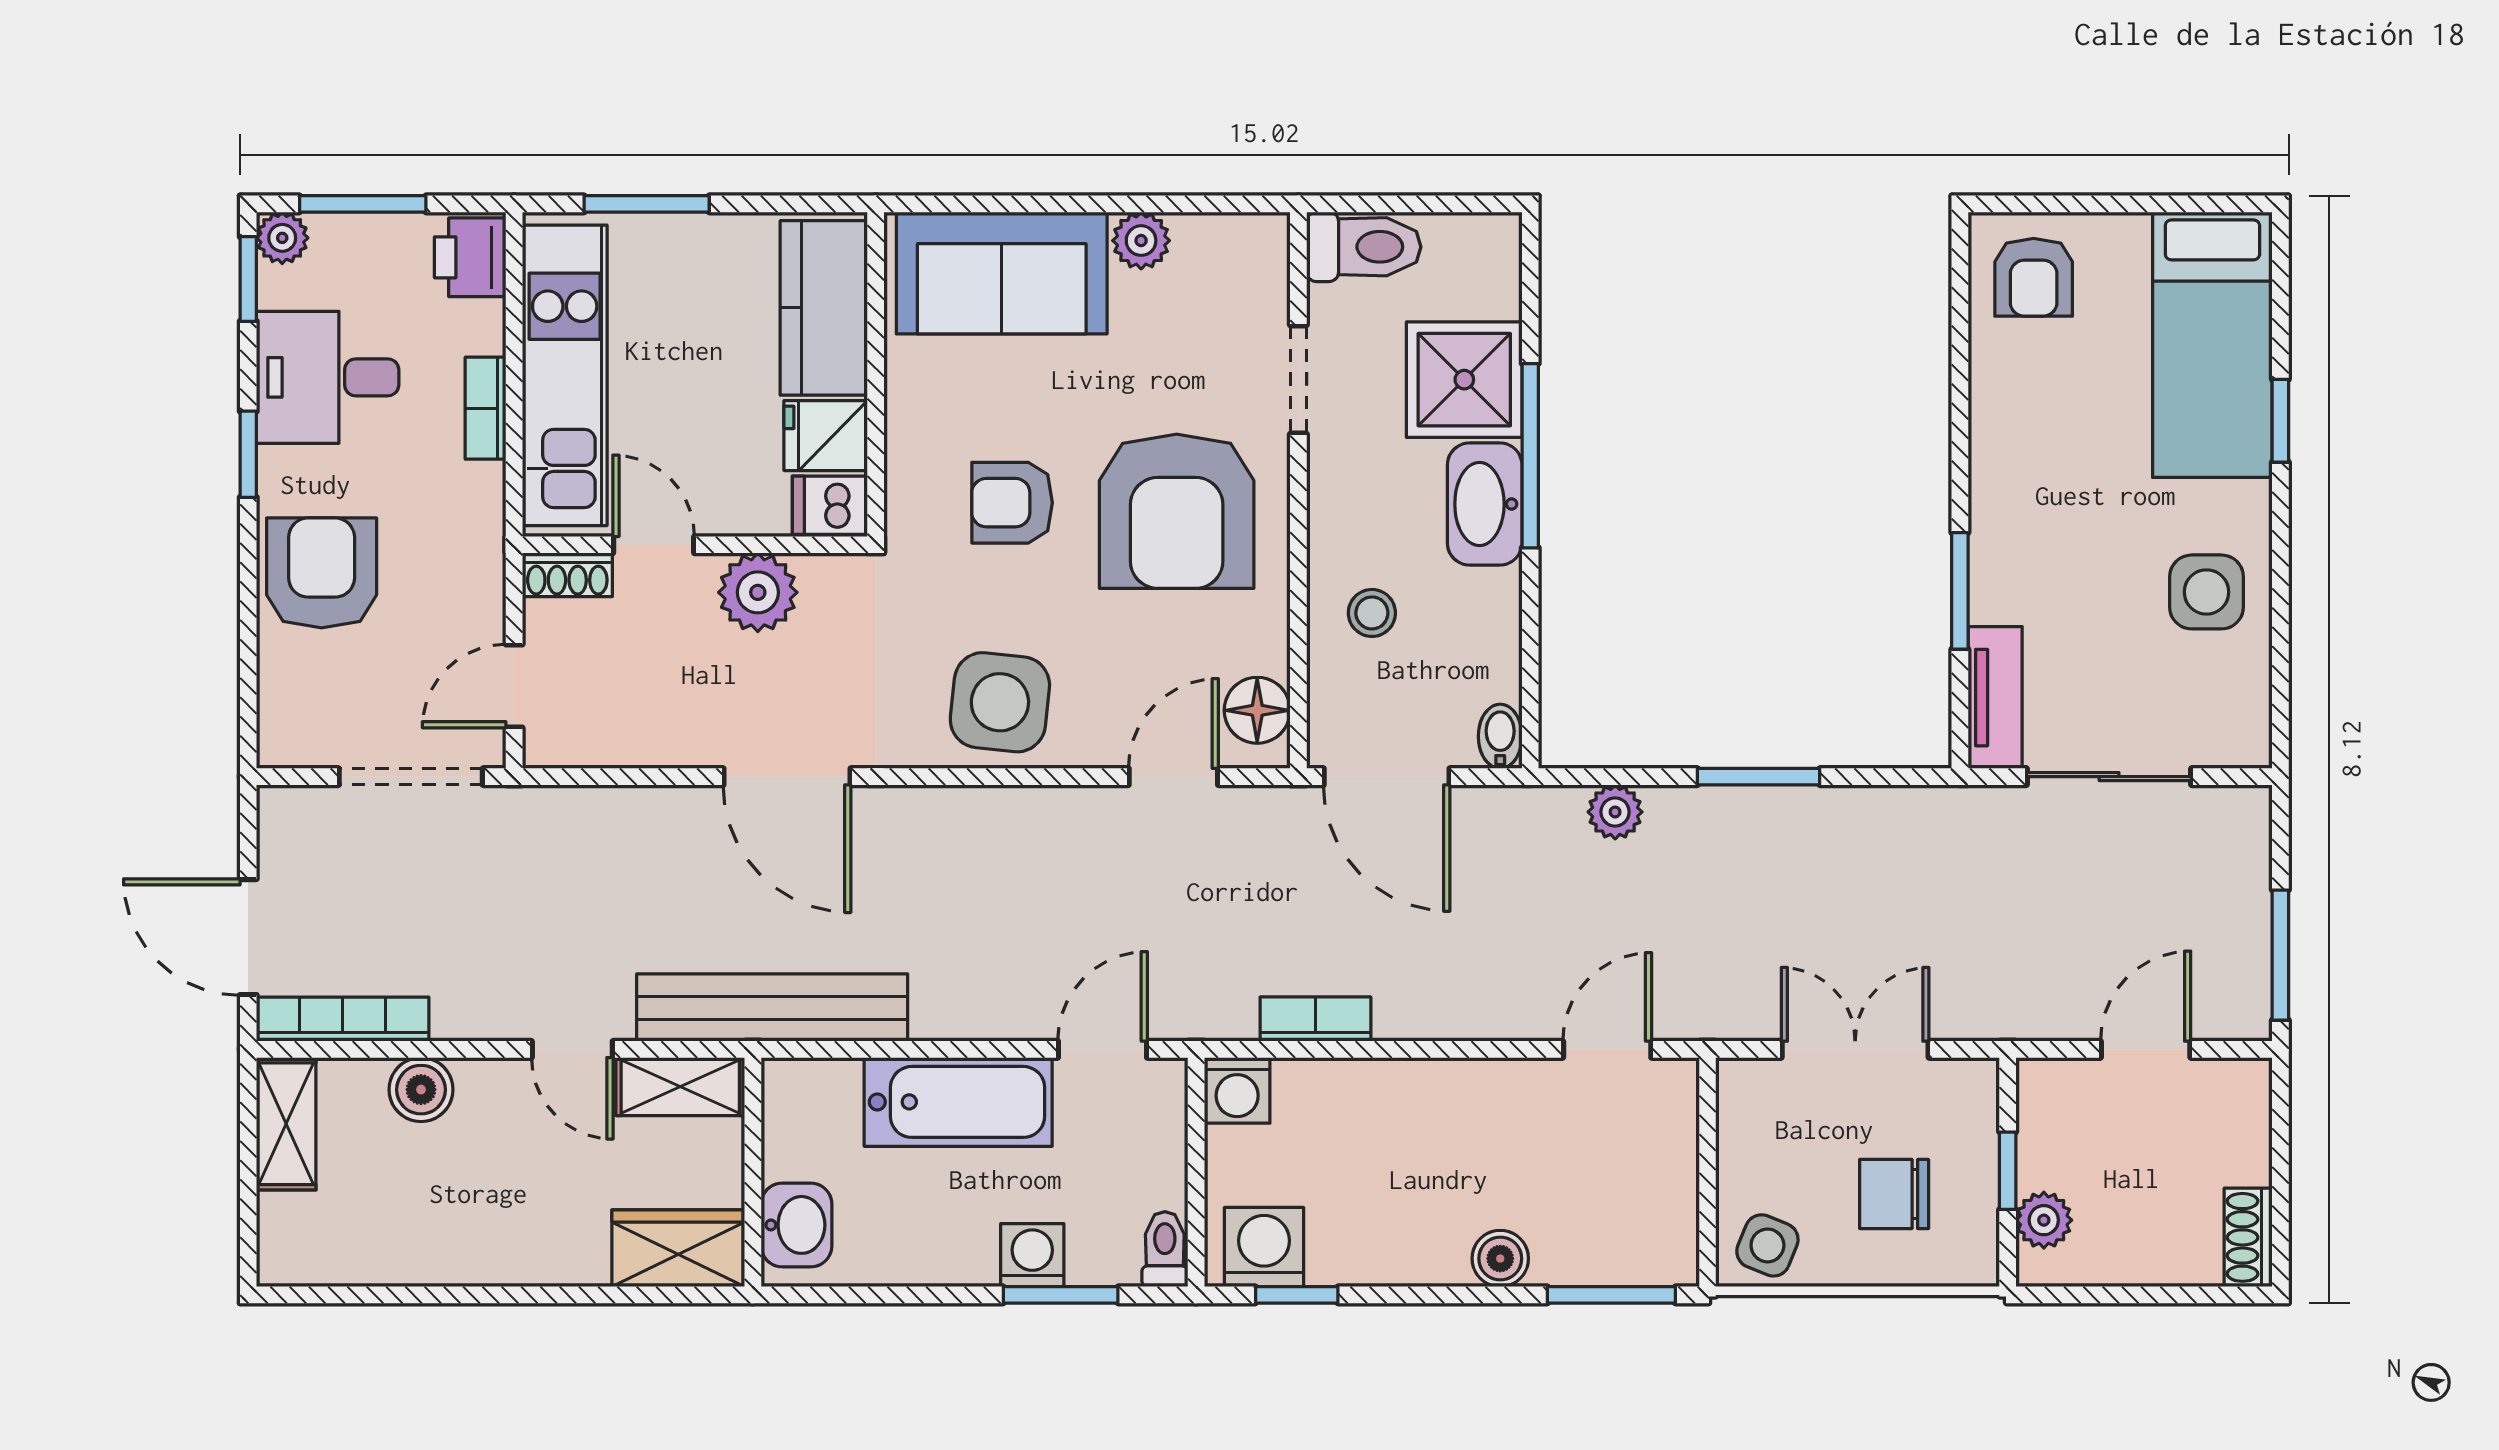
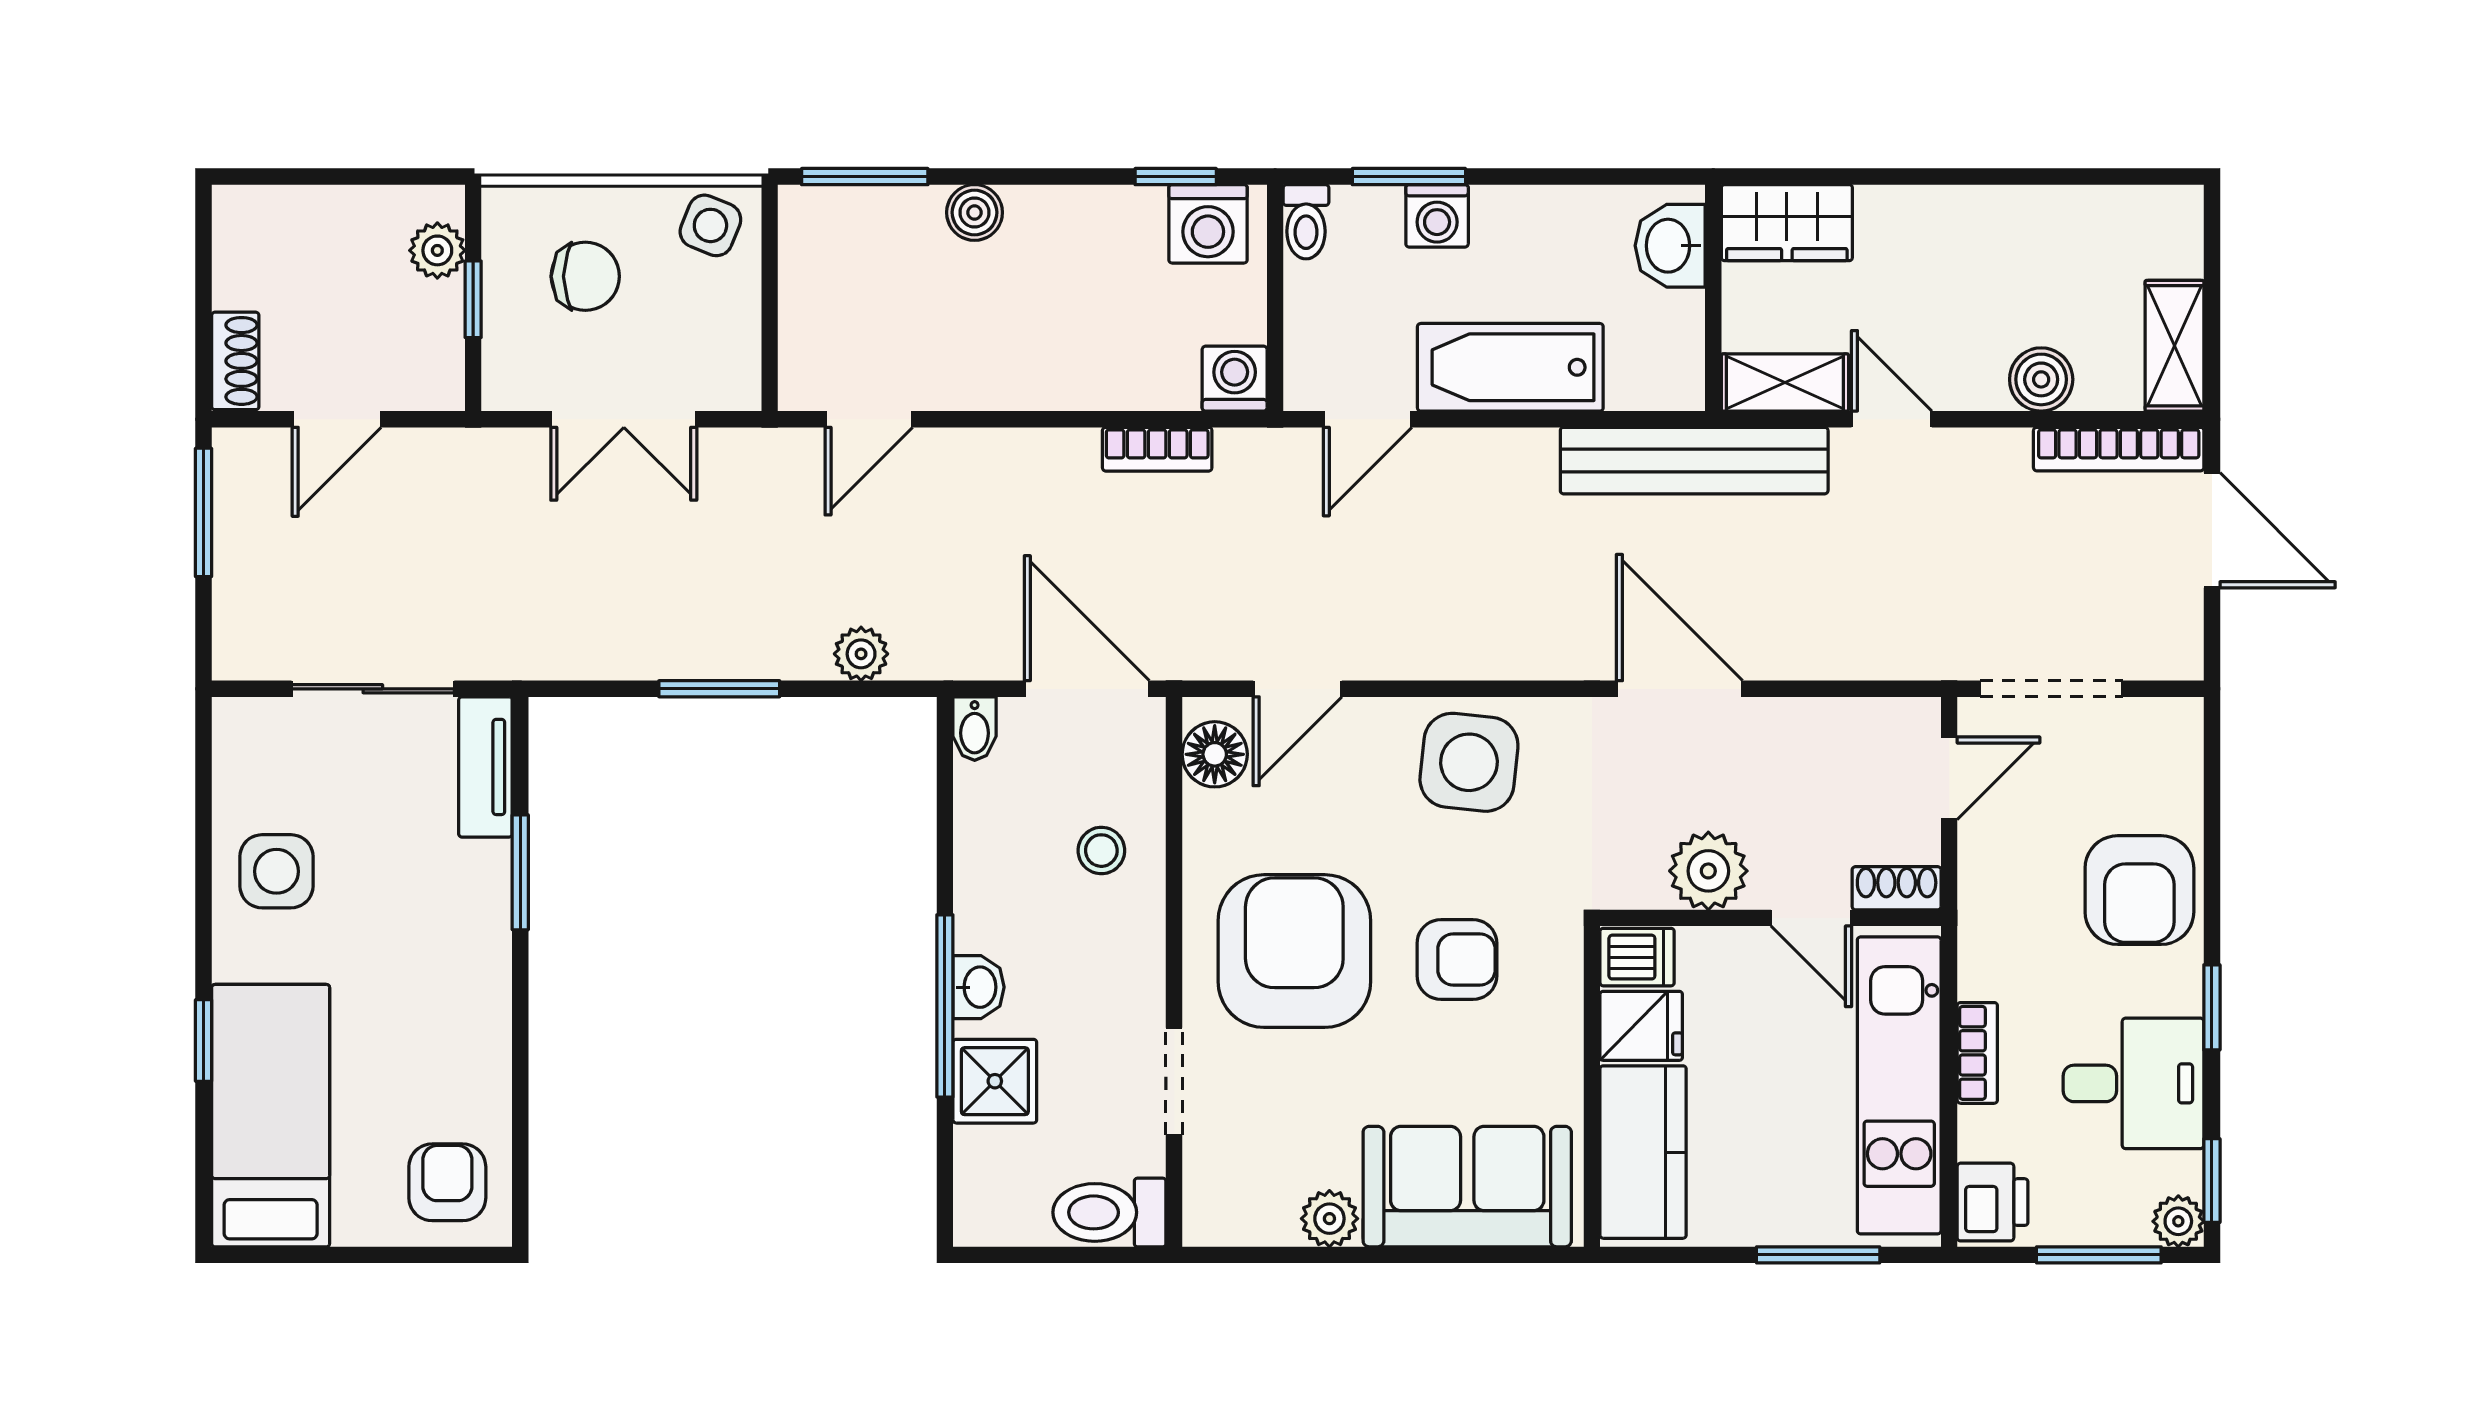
shower: (1464, 380) -> (995, 1081), width x0.73, depth x0.73
washbasin: (1485, 504) -> (978, 987), width x0.52, depth x0.69
shoe rack: (2248, 1237) -> (235, 361), moved

